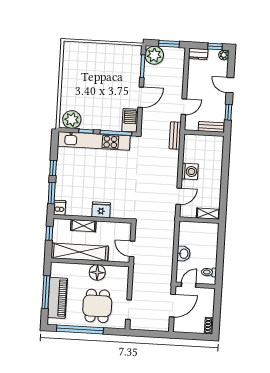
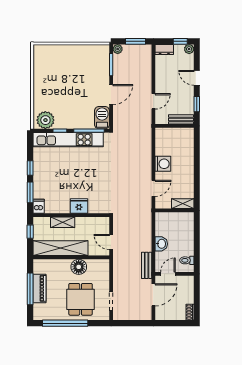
plant: (154, 55) -> (118, 49), width x0.53, depth x0.53
bench: (175, 136) -> (147, 265), moved
piano: (57, 298) -> (39, 288), width x0.73, depth x0.75

